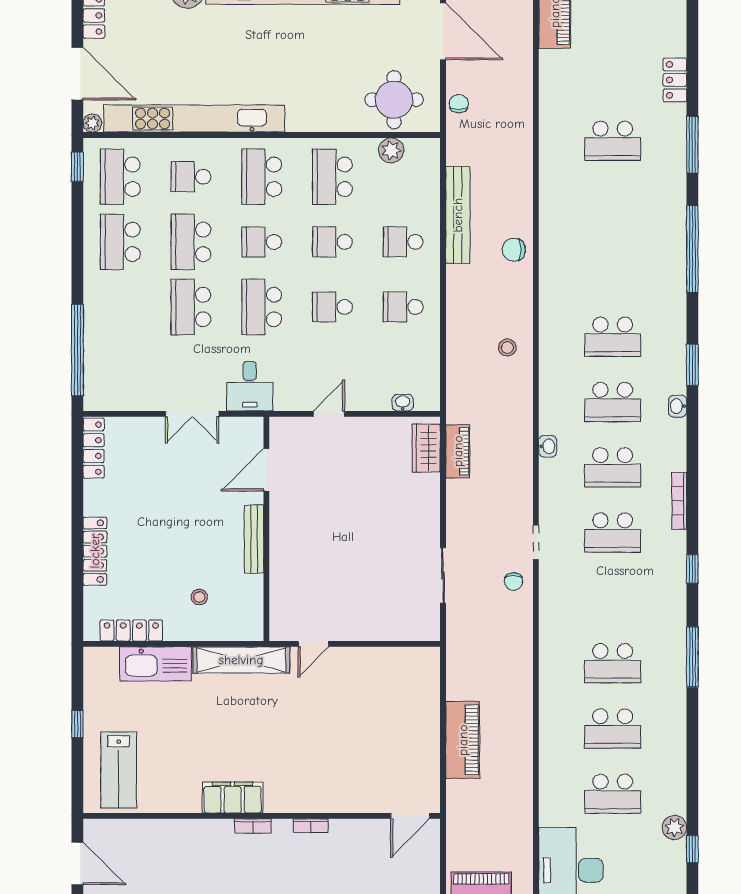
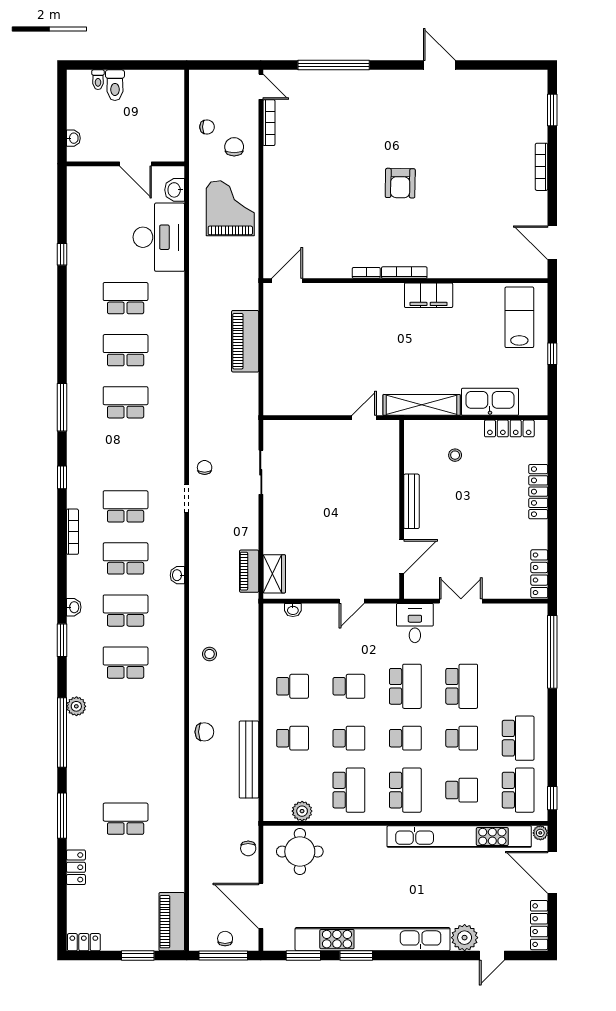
school desk: (191, 242) -> (462, 738), width x0.54
bookcase: (253, 826) -> (404, 273), width x1.56
plant: (674, 827) -> (76, 706), moved

